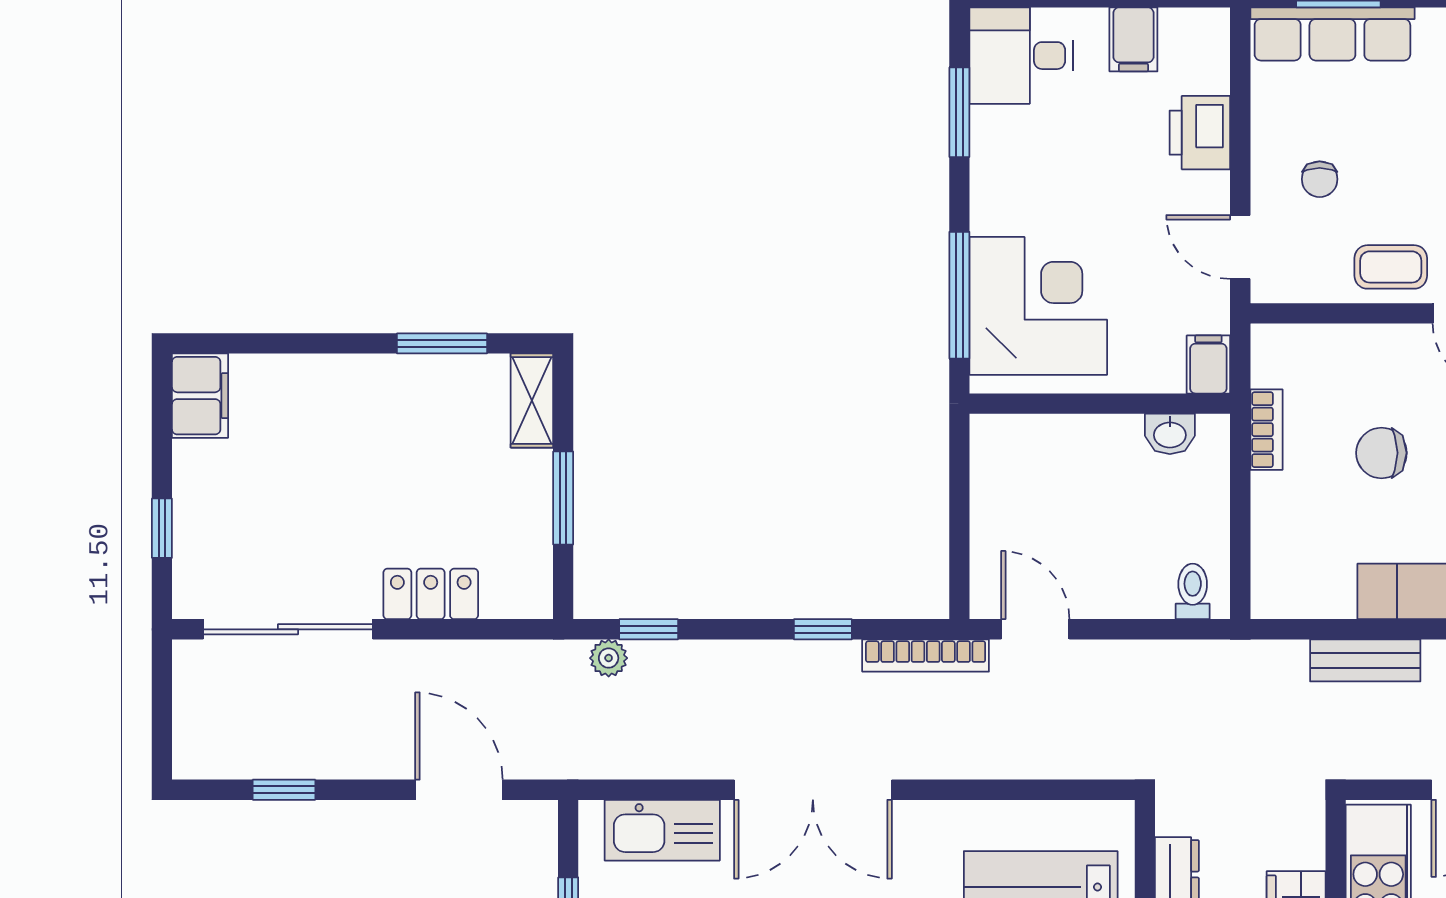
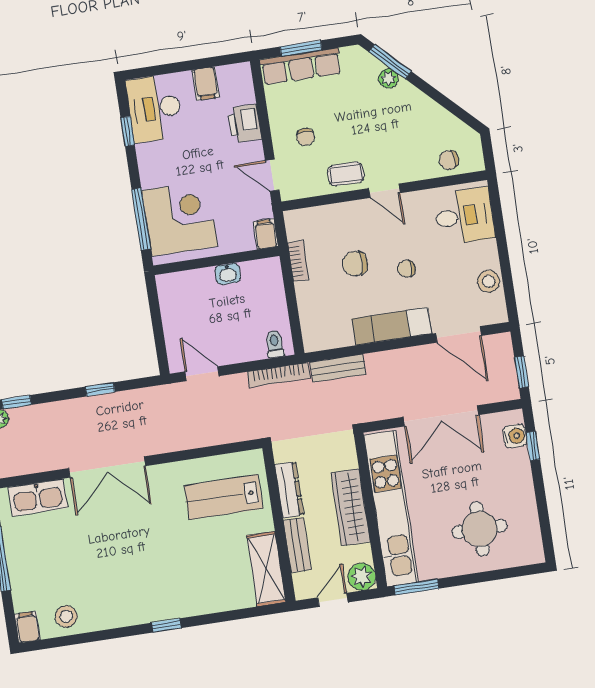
desk: (1021, 56) -> (155, 108), width x1.37
window: (959, 112) -> (128, 131), width x0.67
washbasin: (1170, 434) -> (228, 274), moved
bookcase: (926, 656) -> (279, 375), moved
bench: (1365, 660) -> (338, 368), moved

